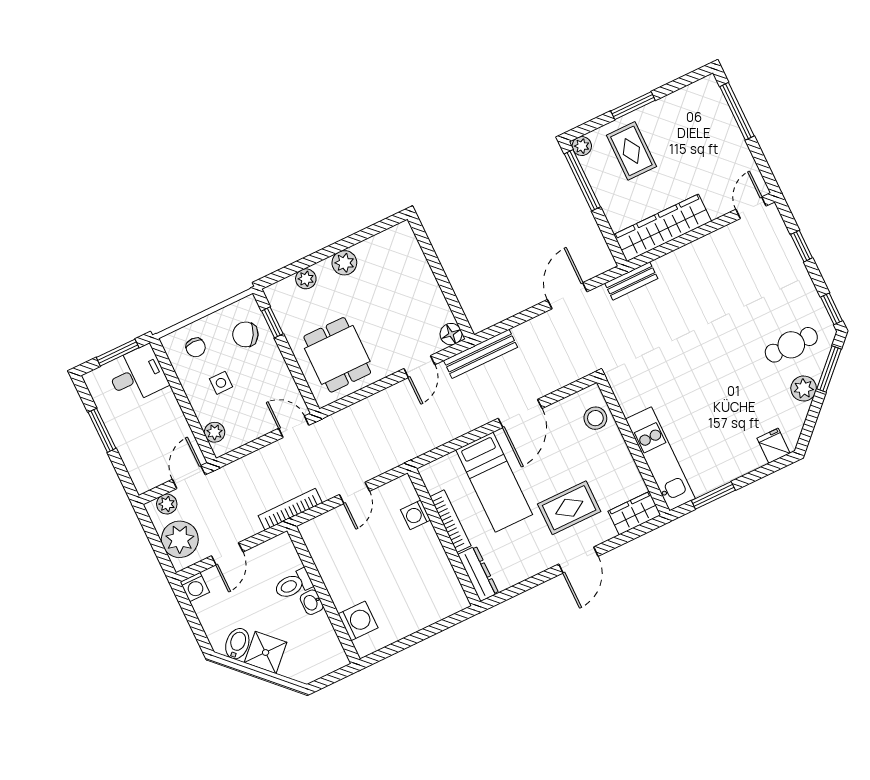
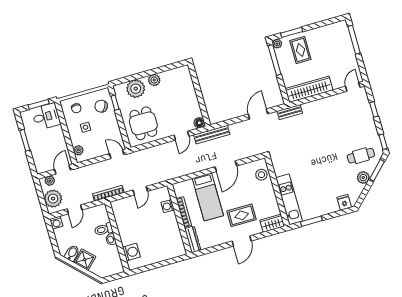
window: (633, 106) -> (292, 32), moved
plant: (306, 279) -> (136, 89), width x1.87, depth x1.87

